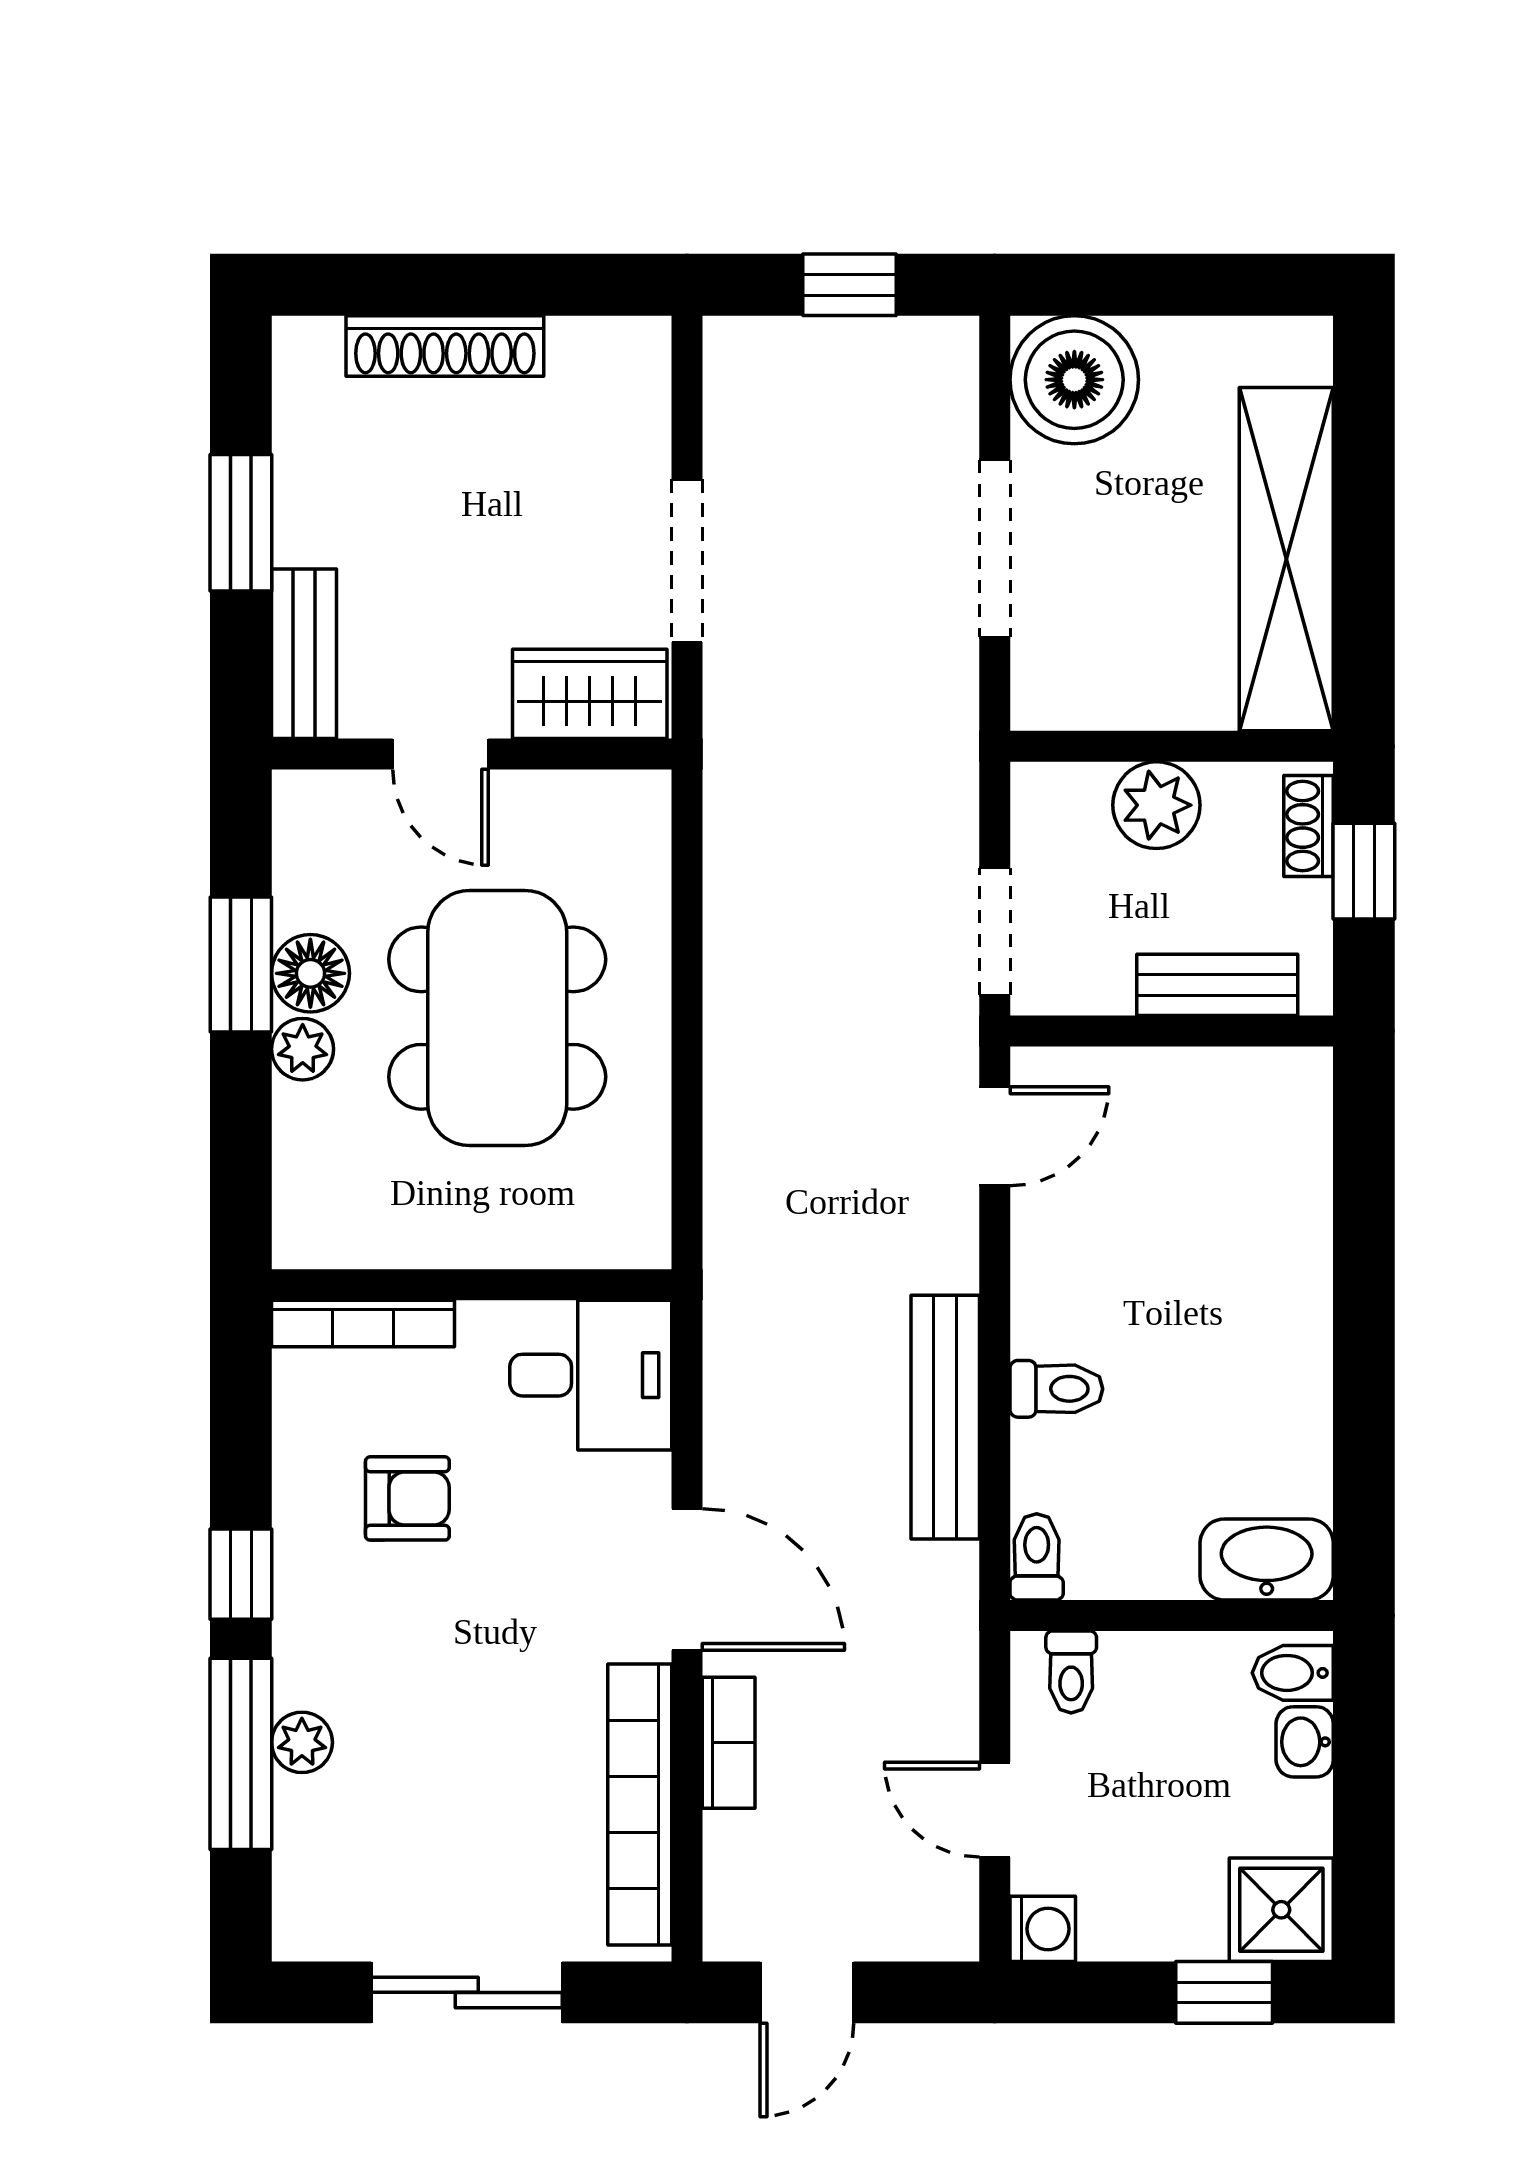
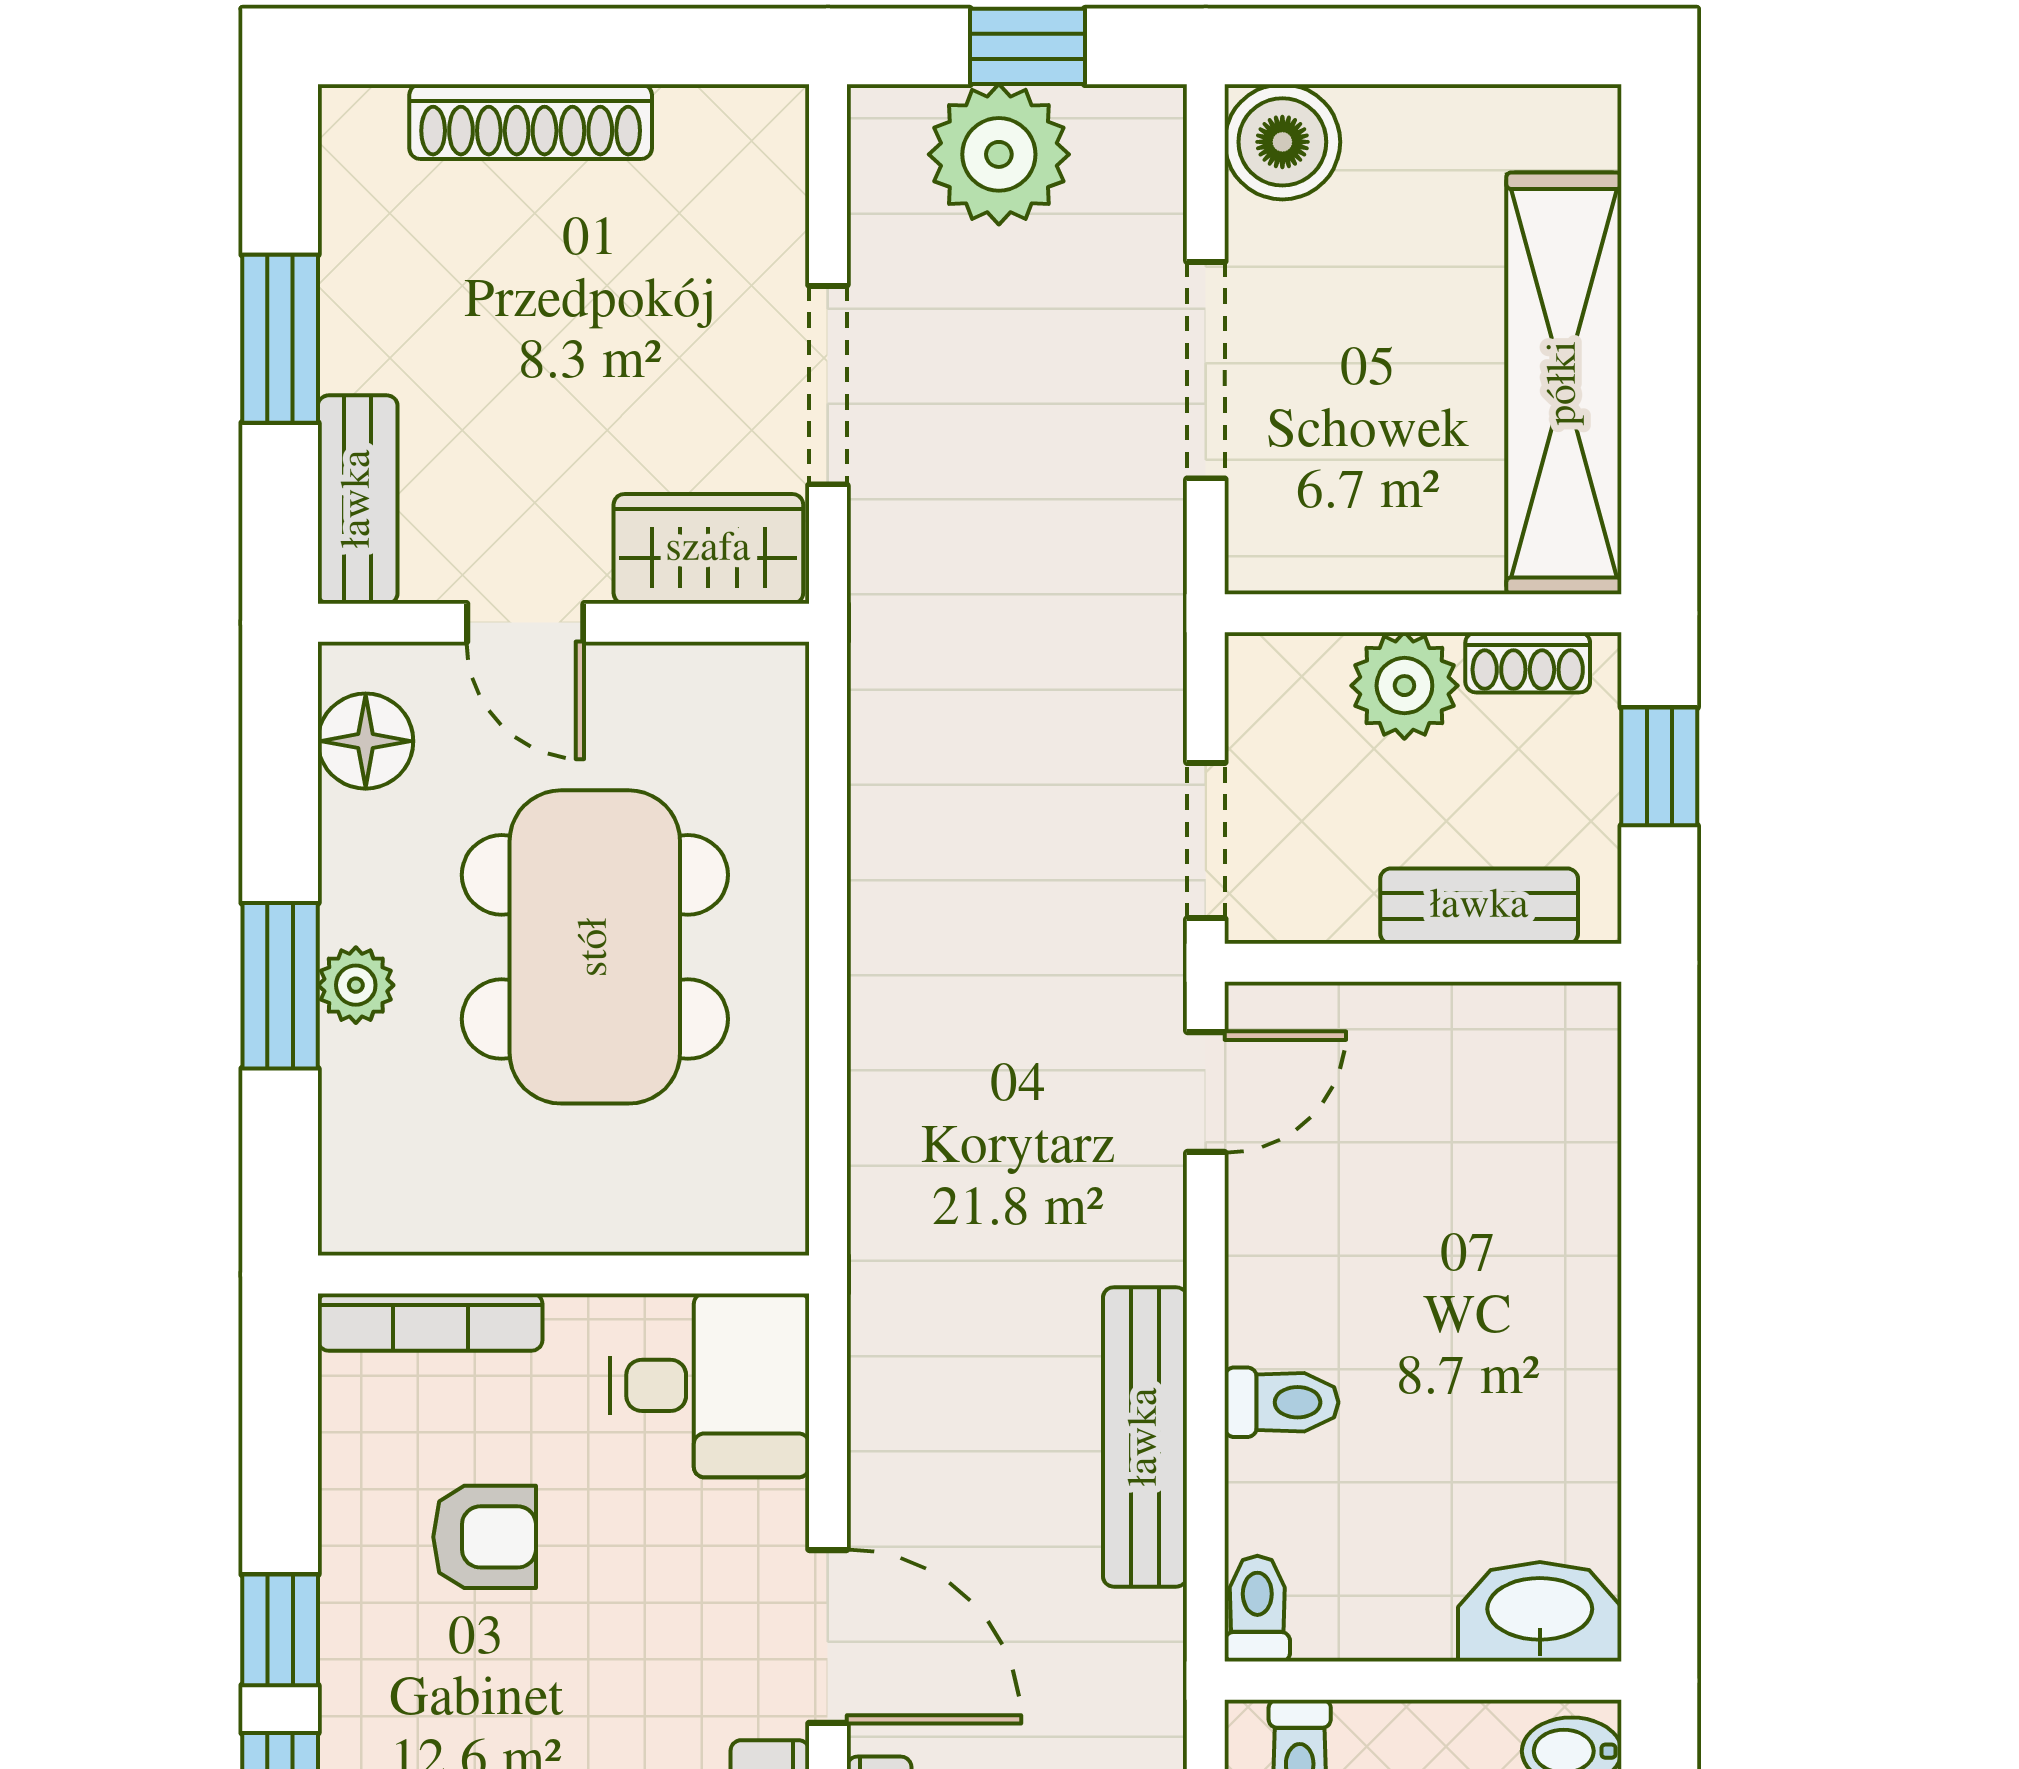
plant: (826, 373) -> (999, 154), added
boiler: (1074, 380) -> (1282, 142), width x0.73, depth x0.73
shoe rack: (1309, 826) -> (1528, 662), moved, turned -90
window: (241, 964) -> (280, 986), moved
floor lamp: (310, 973) -> (366, 741), moved

